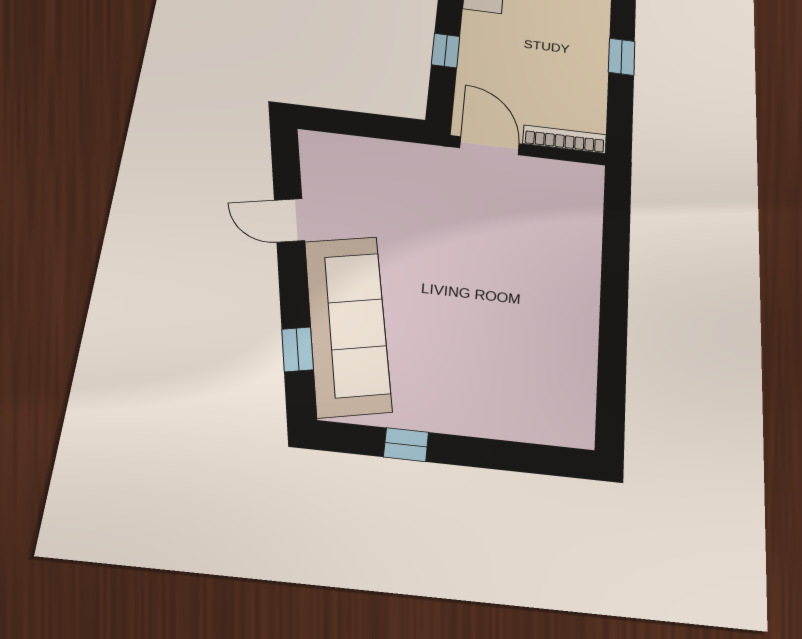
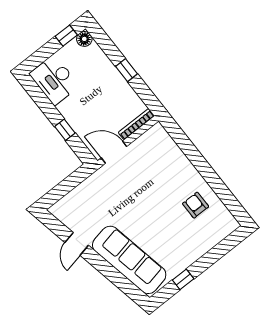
door: (289, 220) -> (77, 244), hinge flipped
armchair: (546, 343) -> (196, 205), added
window: (298, 349) -> (122, 283), removed

